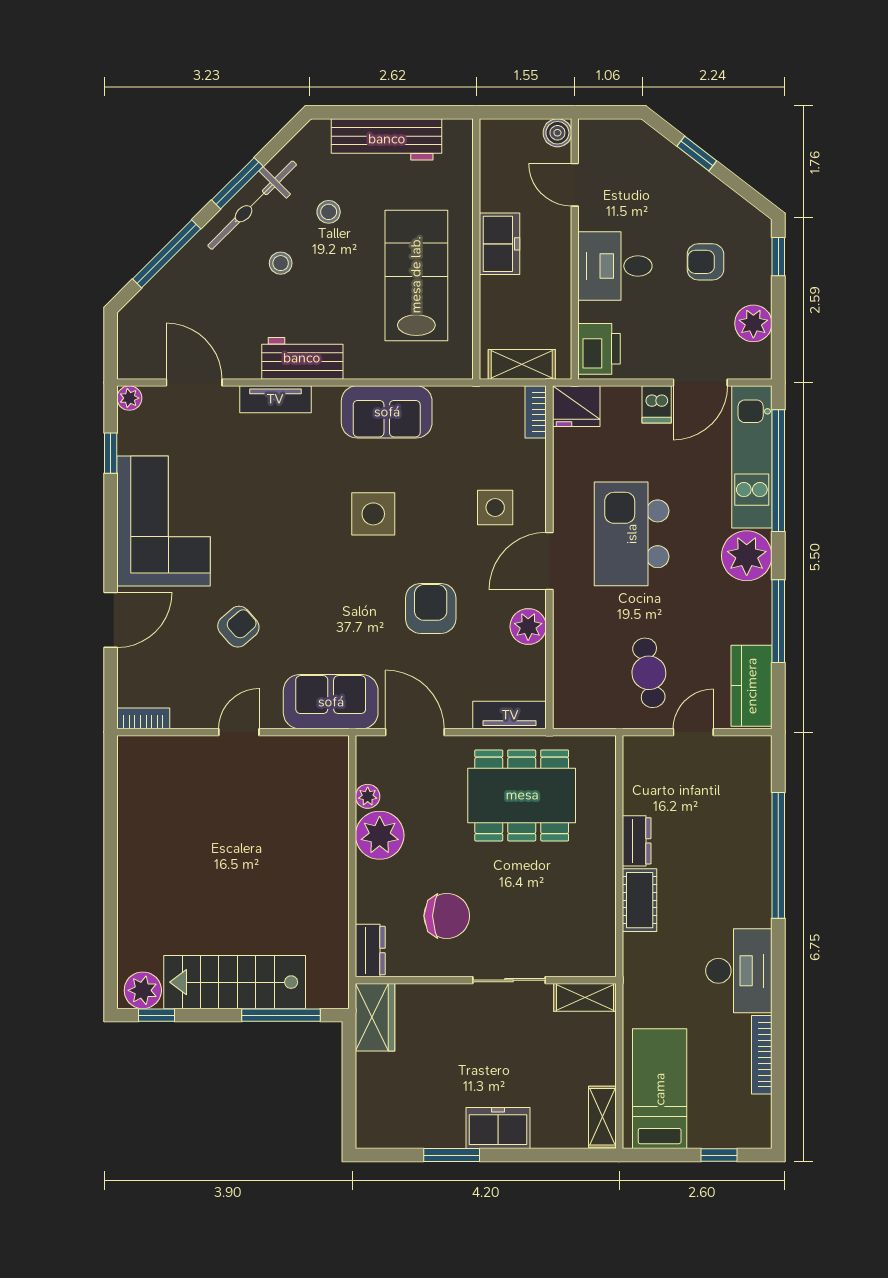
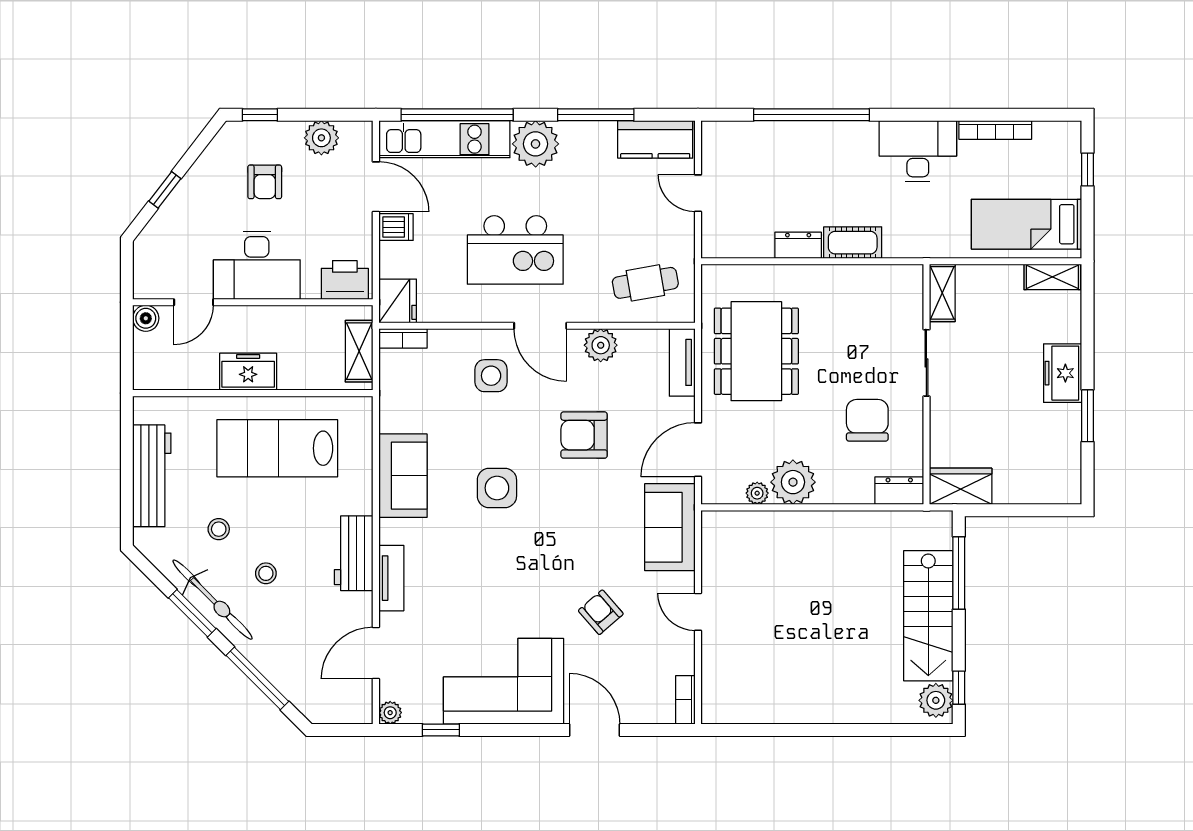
desk: (615, 266) -> (257, 265), width x1.37
cafe table: (649, 673) -> (645, 283), moved

